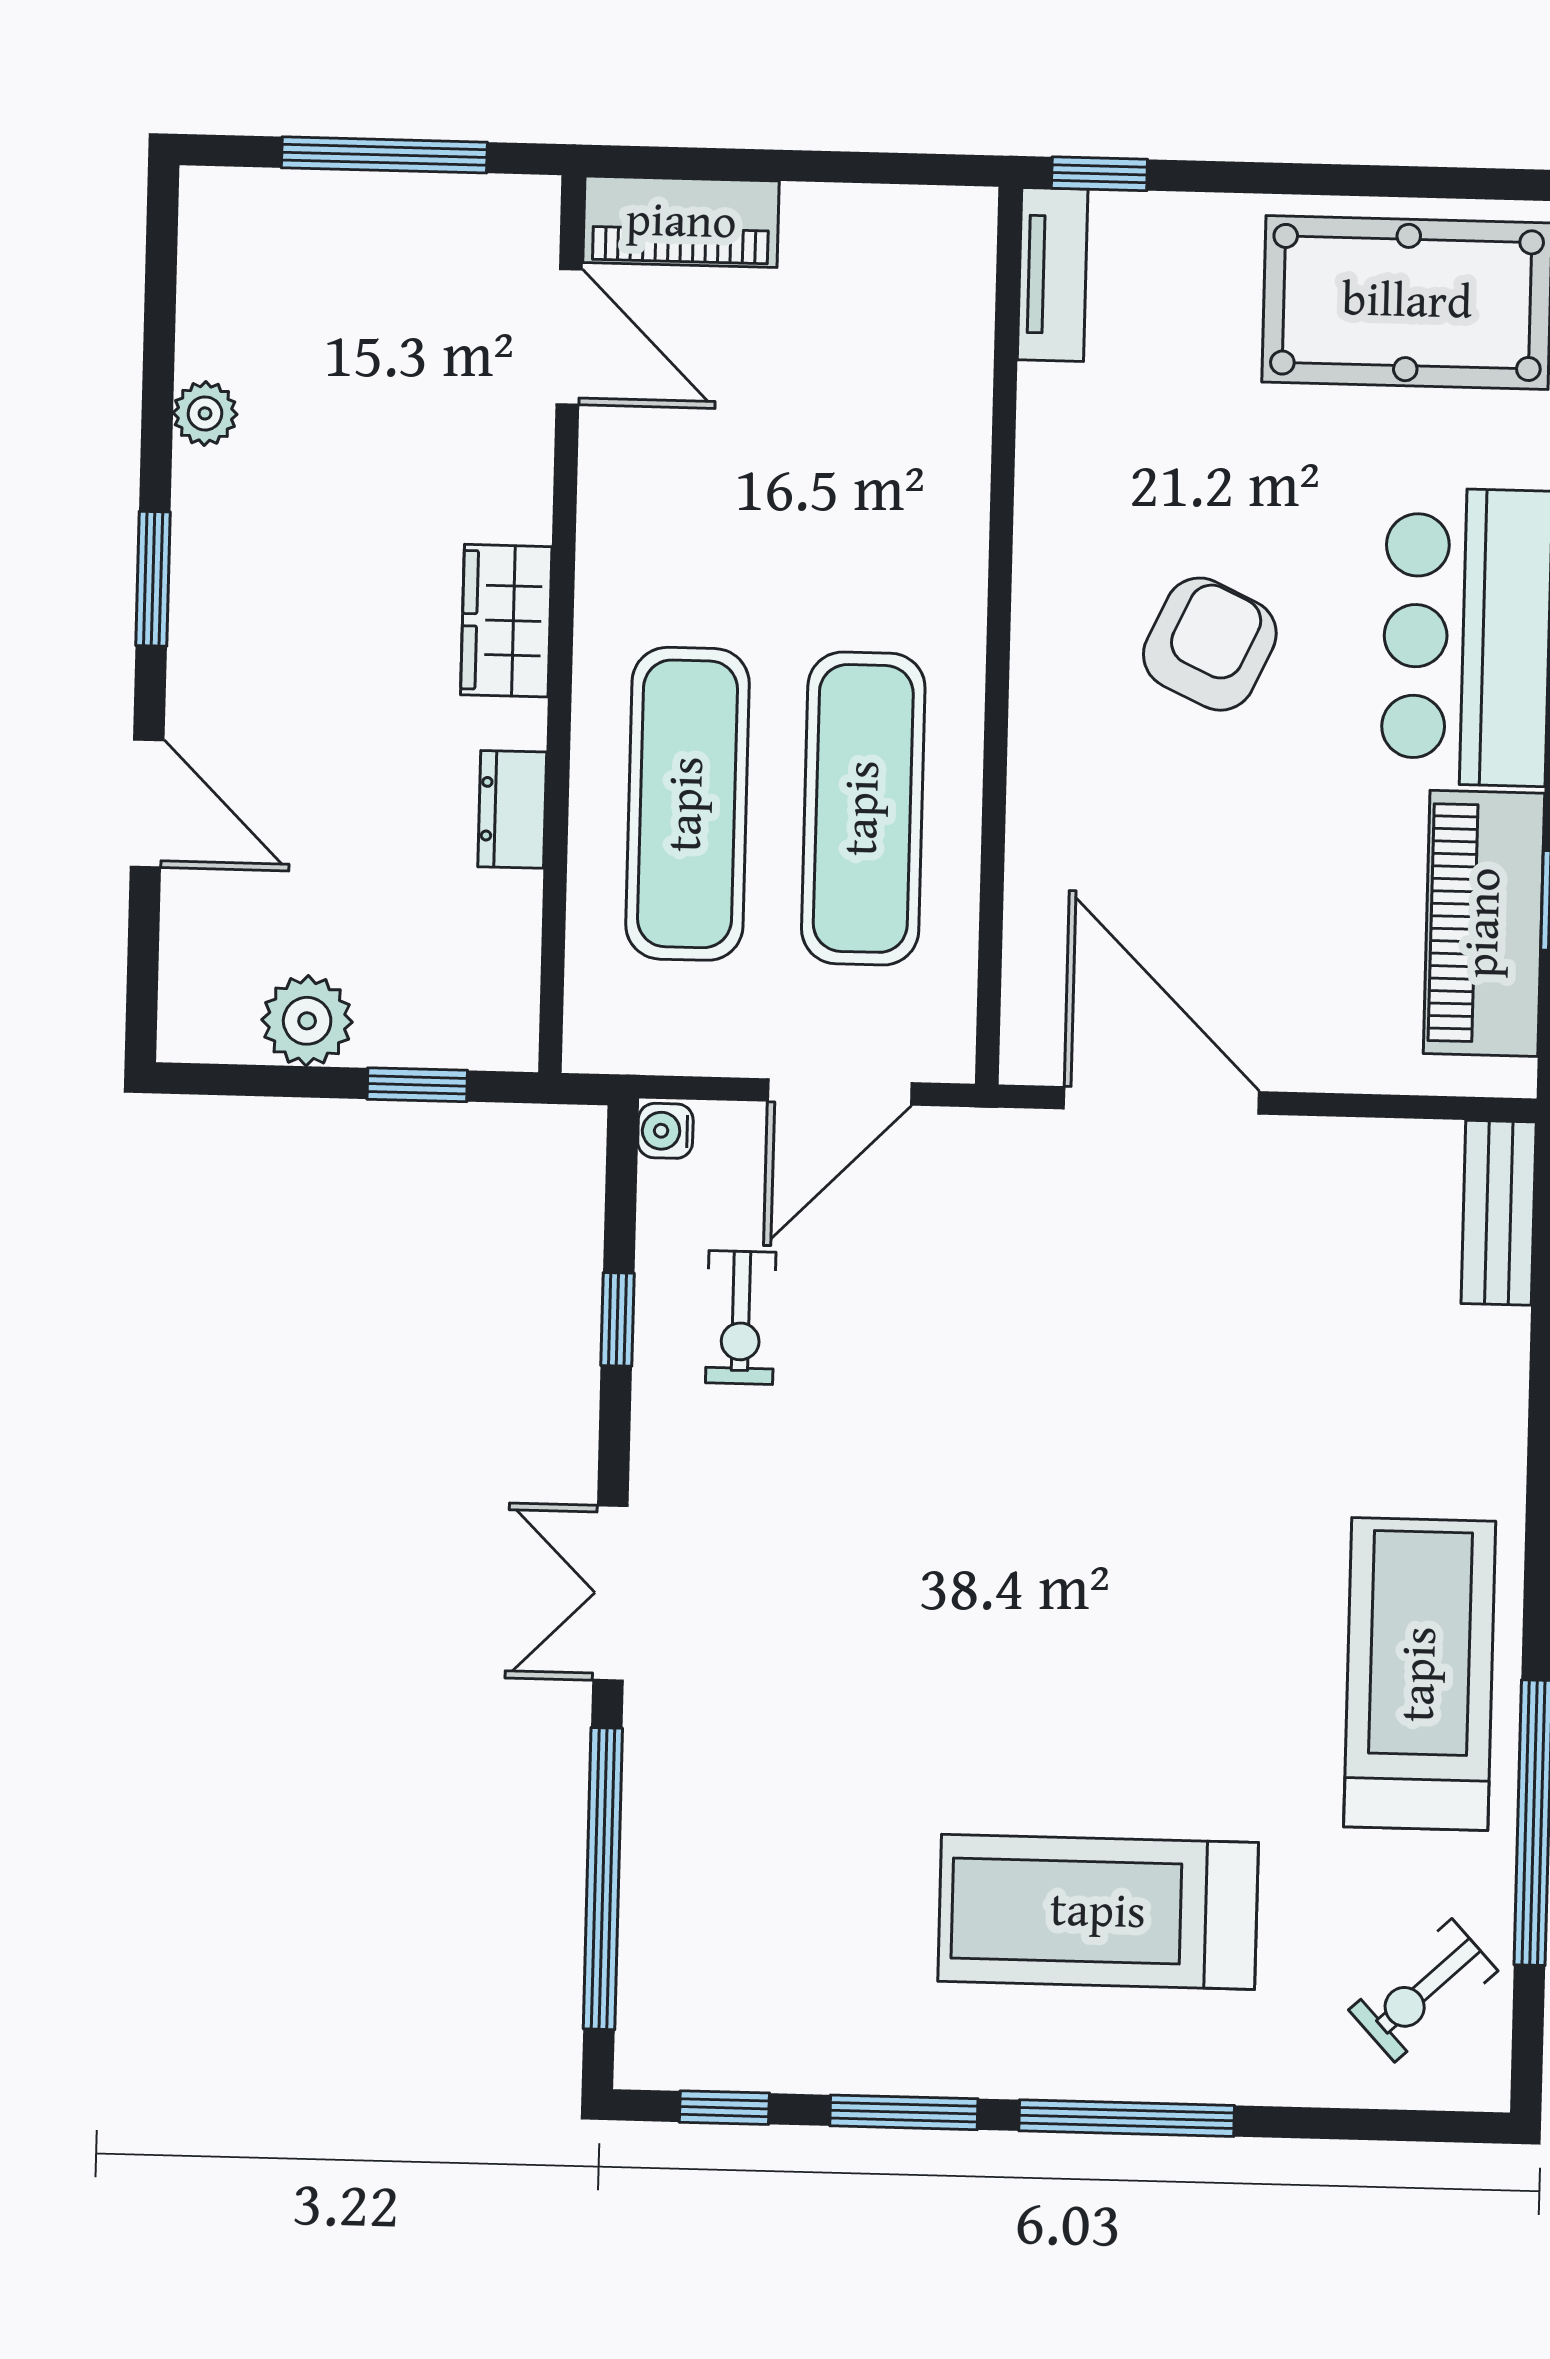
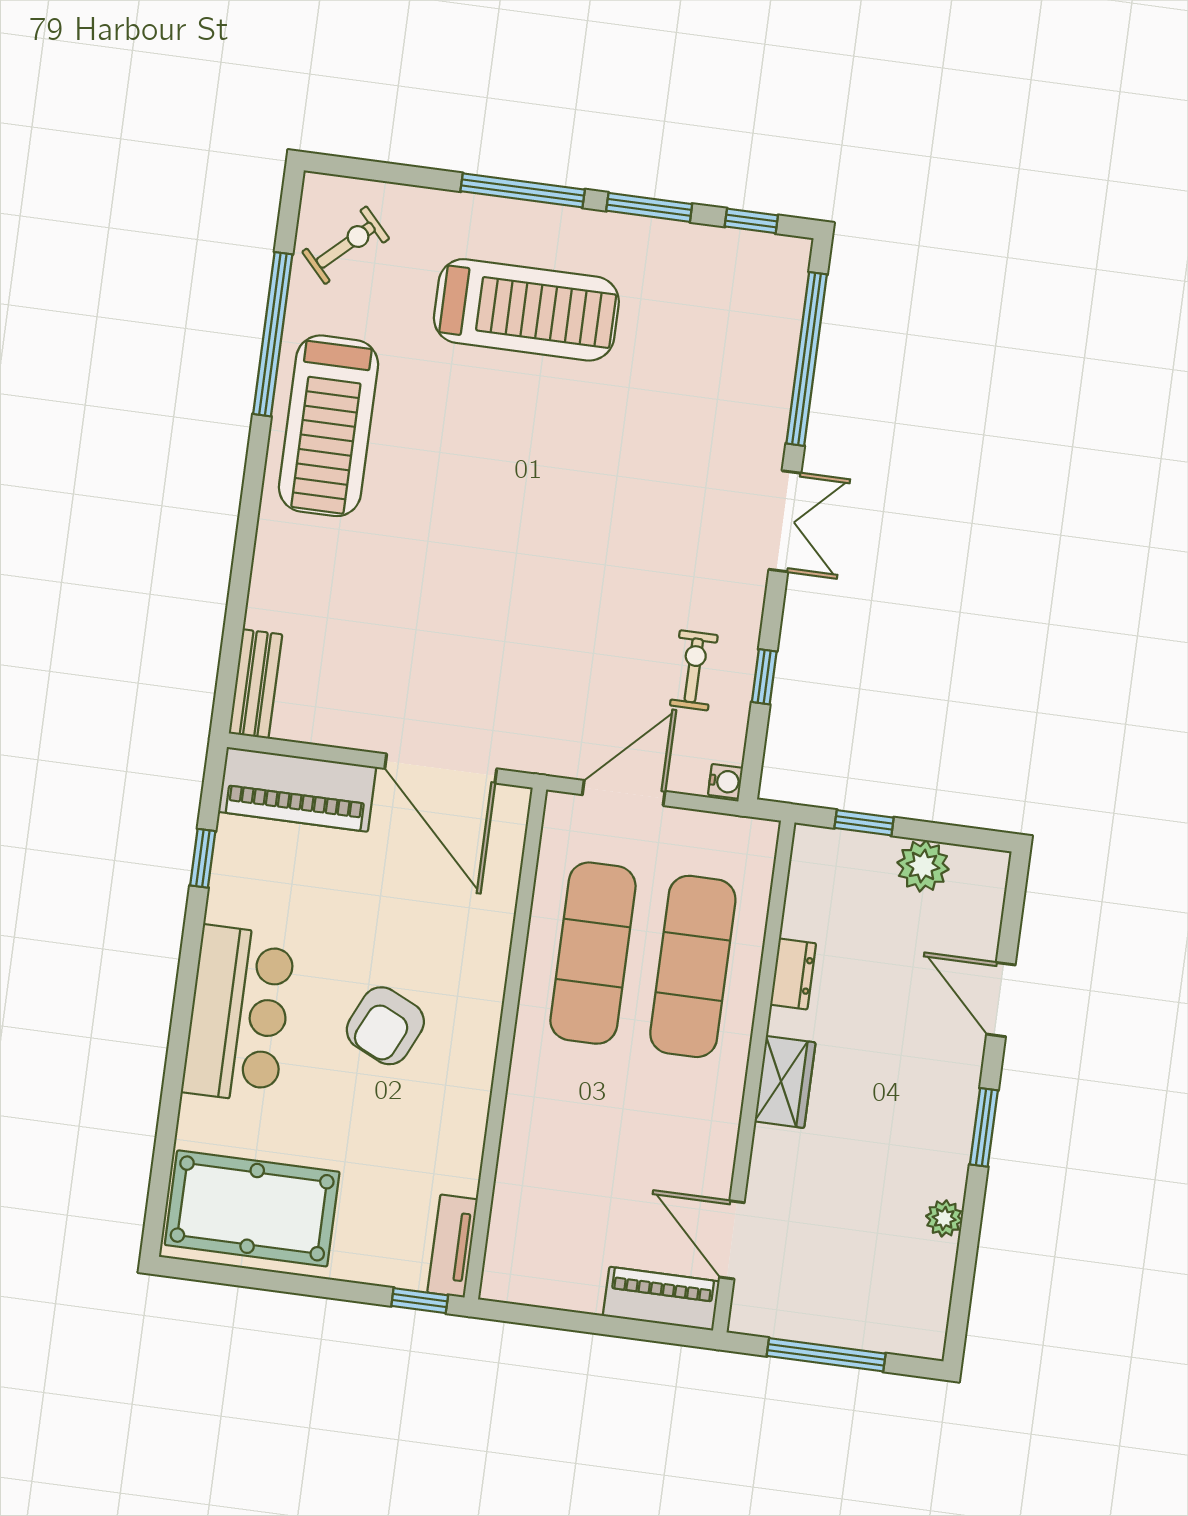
piano: (1484, 923) -> (297, 789), moved, turned 90

